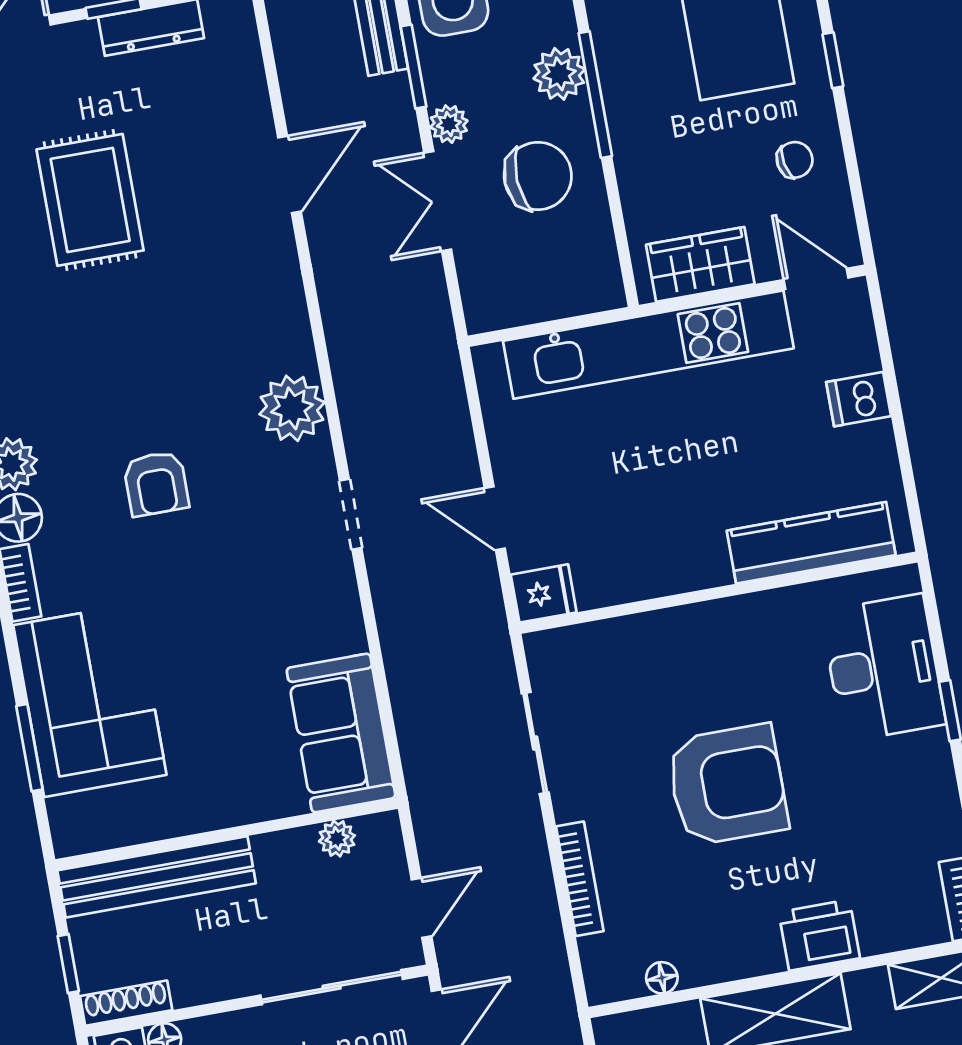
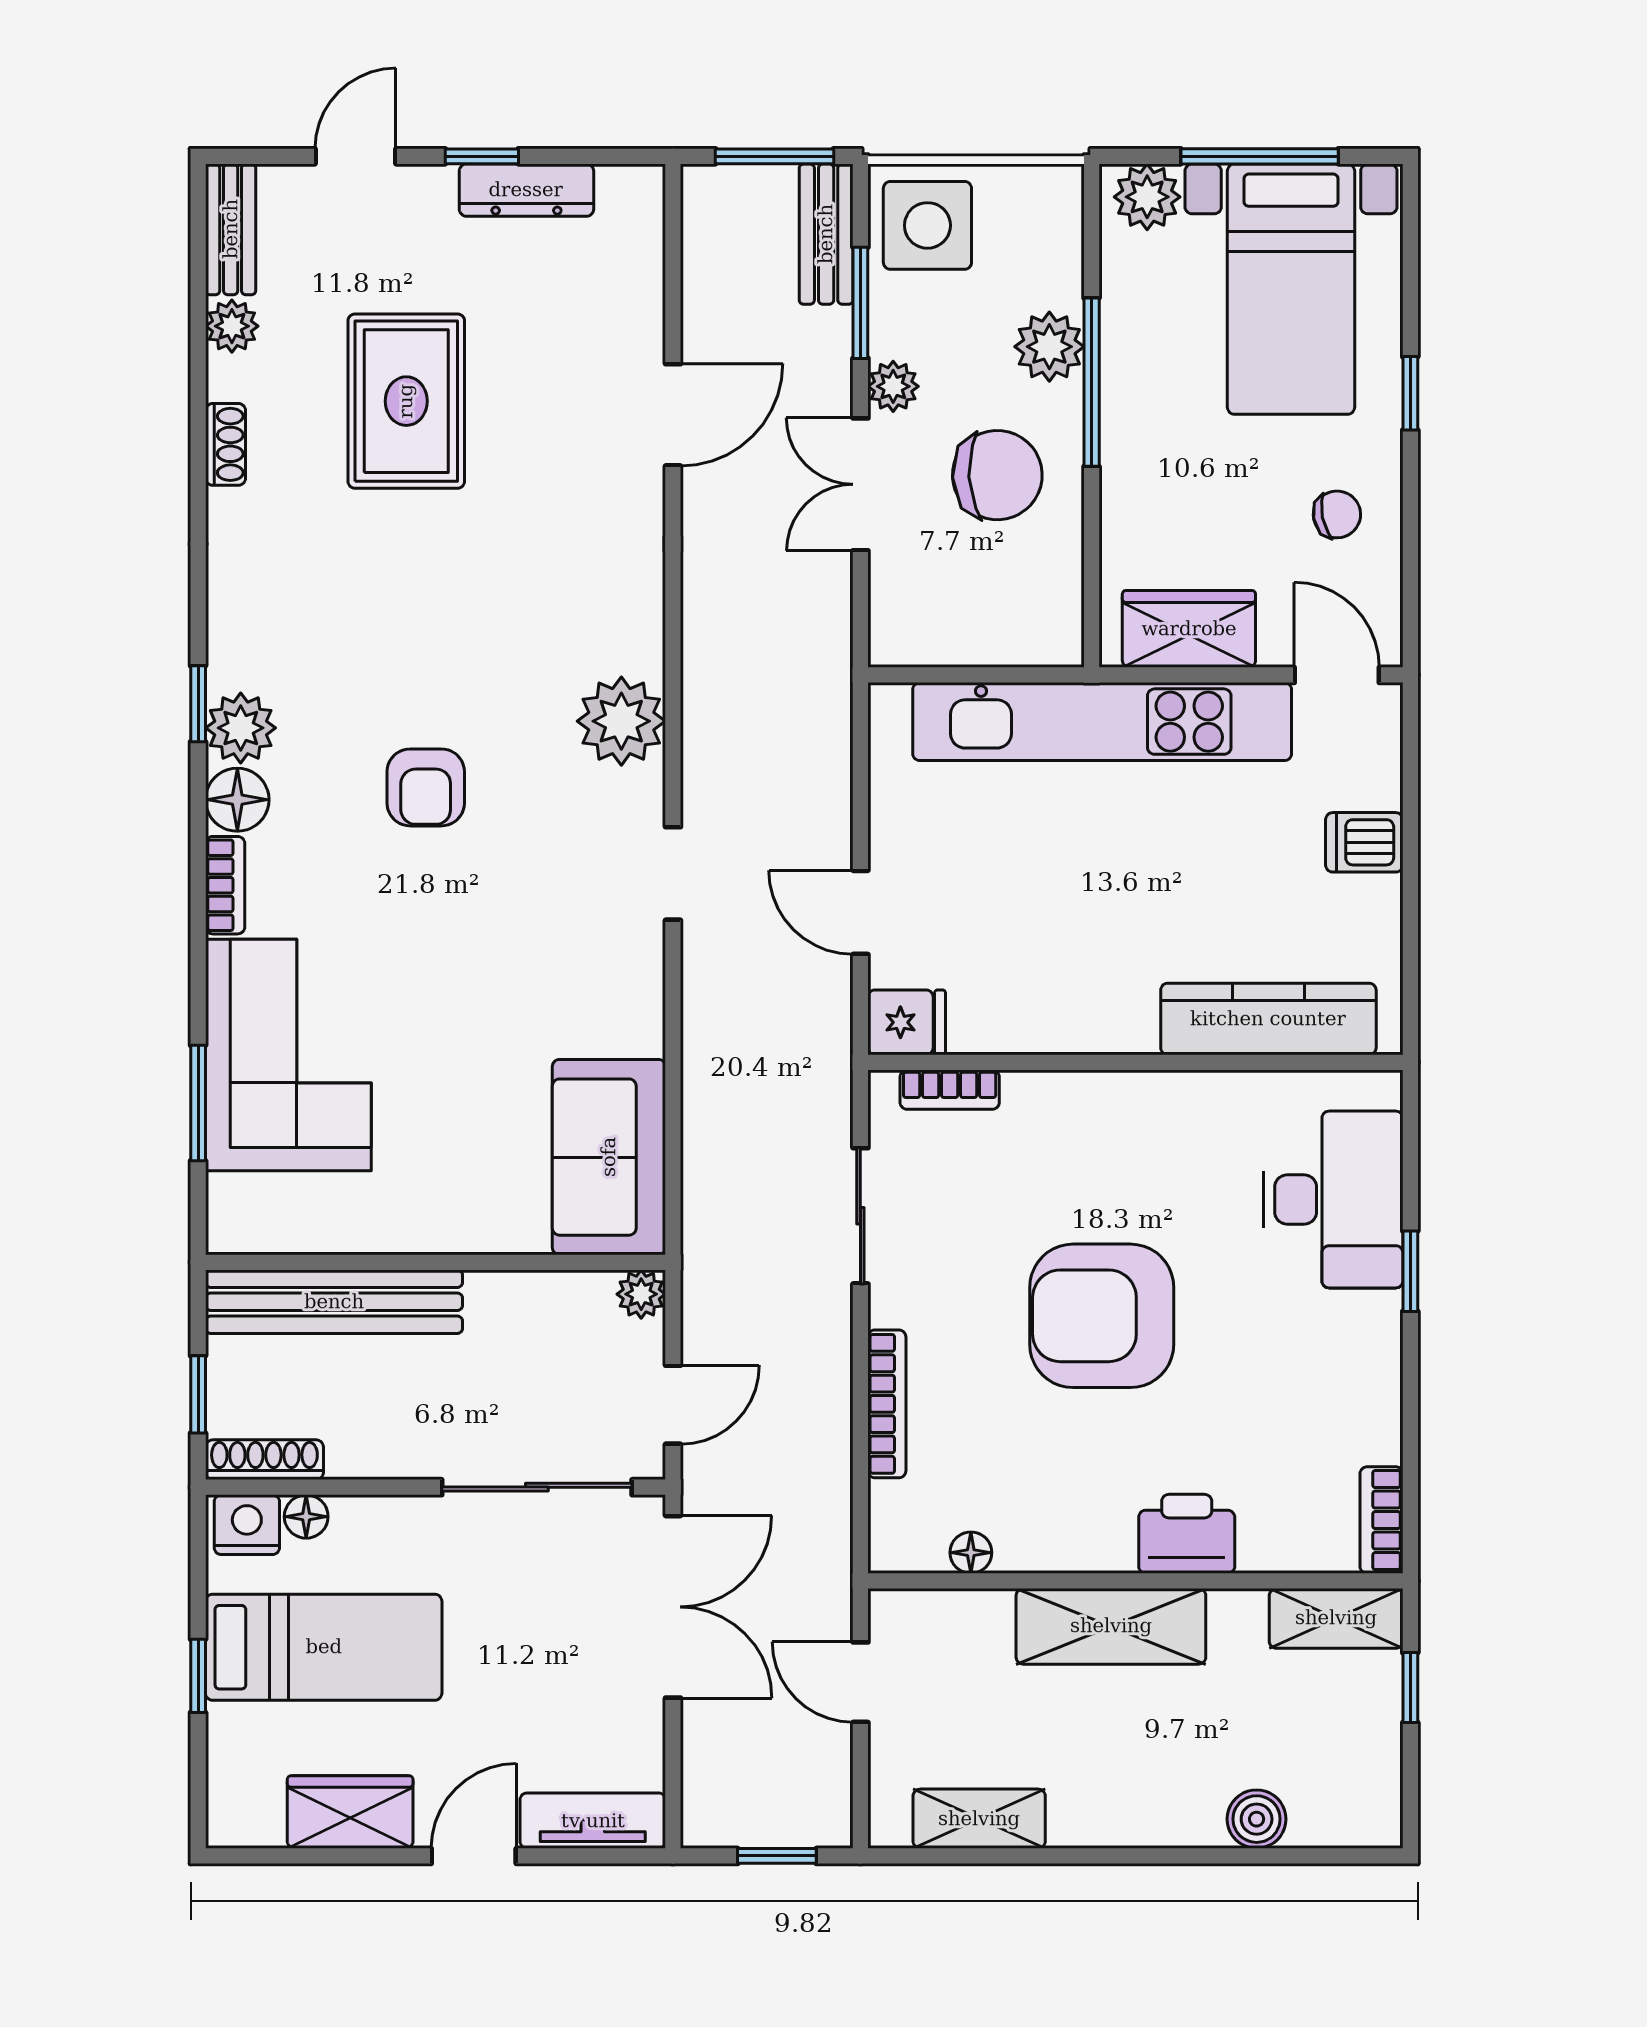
bookcase: (584, 638) -> (950, 1090), added
armchair: (727, 785) -> (1102, 1316), turned 180
plant: (337, 838) -> (641, 1294), moved

